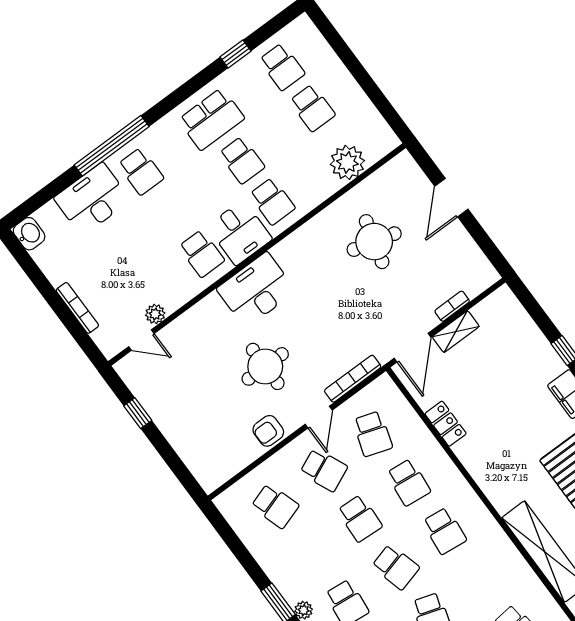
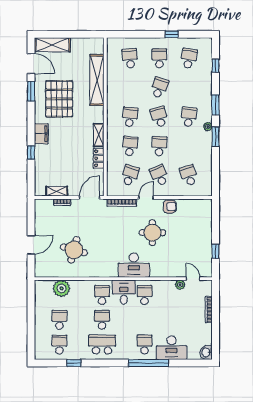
shelving: (456, 332) -> (57, 191), moved
shelving: (474, 462) -> (99, 135), added

